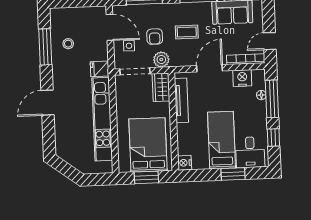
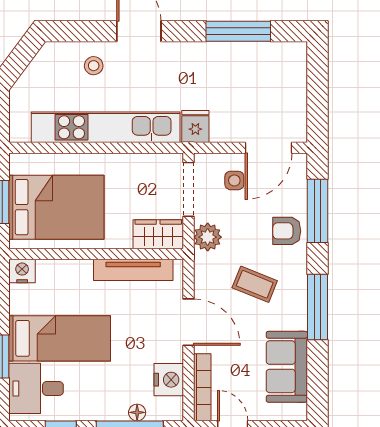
coffee table: (187, 32) -> (255, 284), turned -68
armchair: (155, 37) -> (287, 231), moved
stool: (68, 44) -> (94, 66), moved

